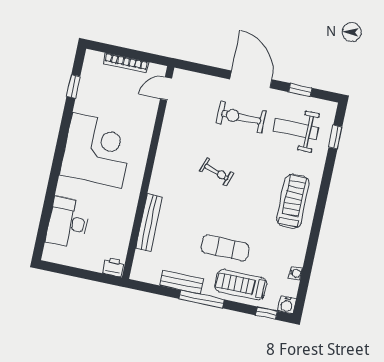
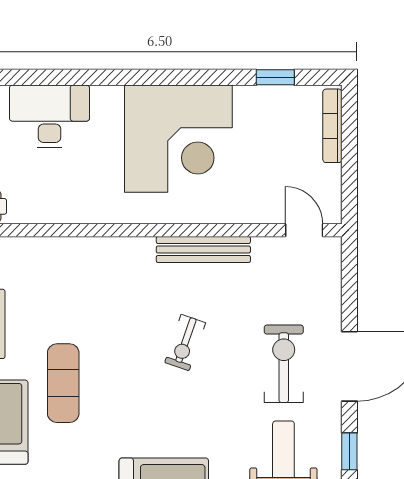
bookcase: (126, 63) -> (332, 126), moved
bench: (149, 223) -> (203, 250), moved

